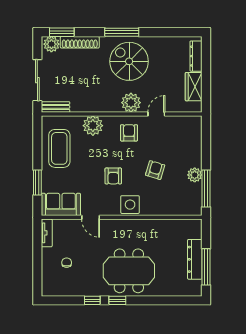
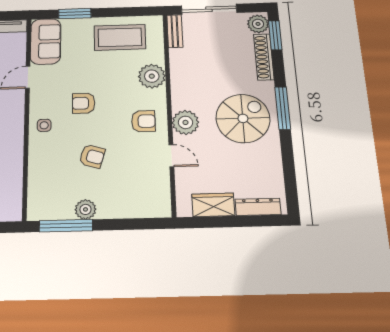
side table: (130, 205) -> (44, 125), width x0.54, depth x0.54

